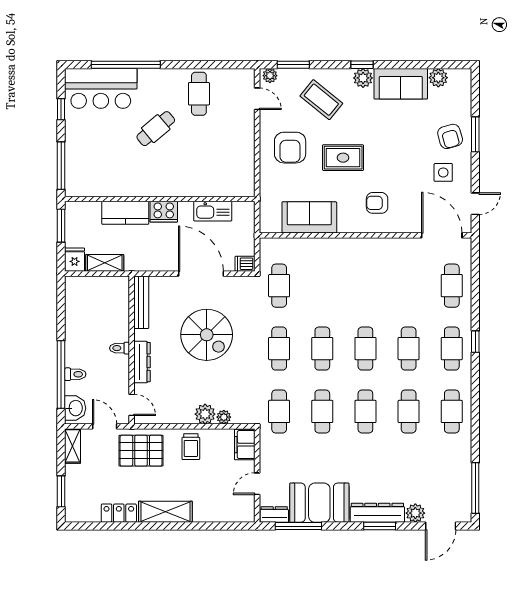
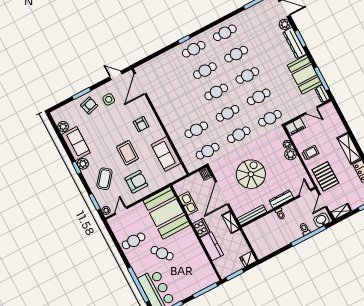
booth: (216, 169) -> (167, 213), added
shelving: (105, 263) -> (231, 222), moved
cafe table: (452, 286) -> (196, 130), moved

